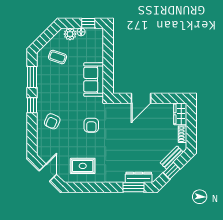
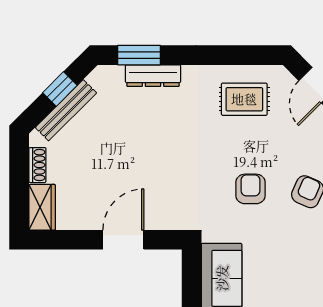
armchair: (91, 125) -> (250, 189), moved
bench: (172, 158) -> (66, 110), width x1.36
dresser: (139, 177) -> (153, 76), moved

